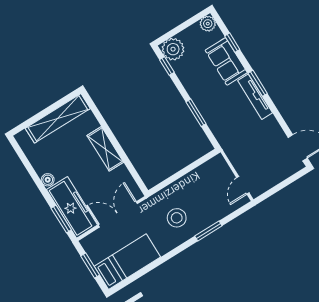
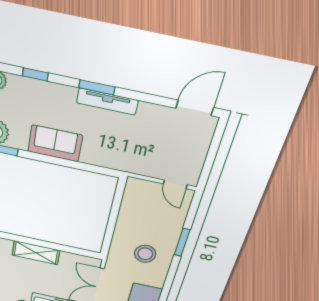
sofa: (226, 61) -> (55, 143), moved, turned 180
window: (196, 113) -> (72, 164), removed

